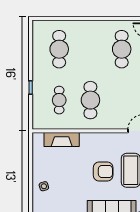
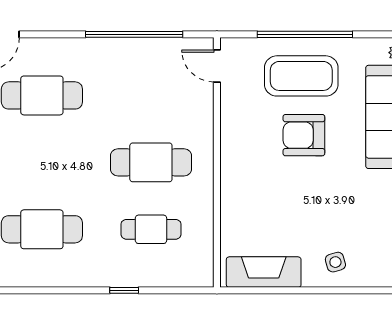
fireplace: (62, 139) -> (264, 272), moved, turned -90
armchair: (103, 172) -> (304, 135), turned -90

